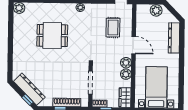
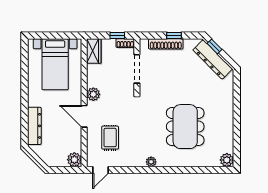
plant: (156, 10) -> (74, 160), moved
dining table: (52, 35) -> (185, 127), width x1.38
plant: (126, 74) -> (93, 80), removed

